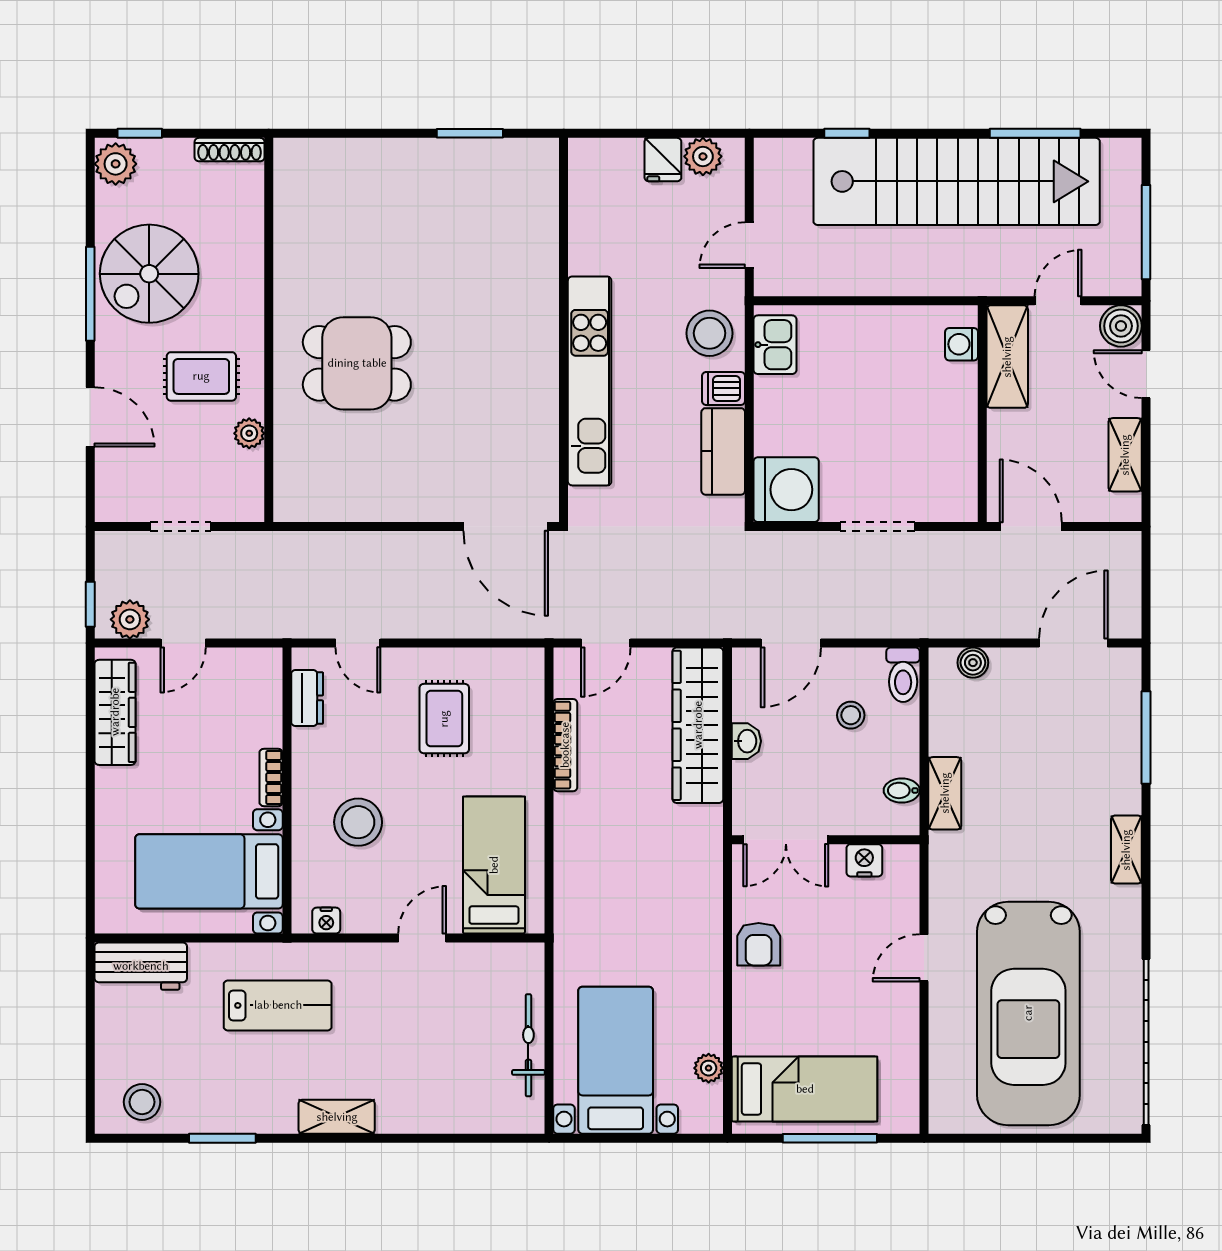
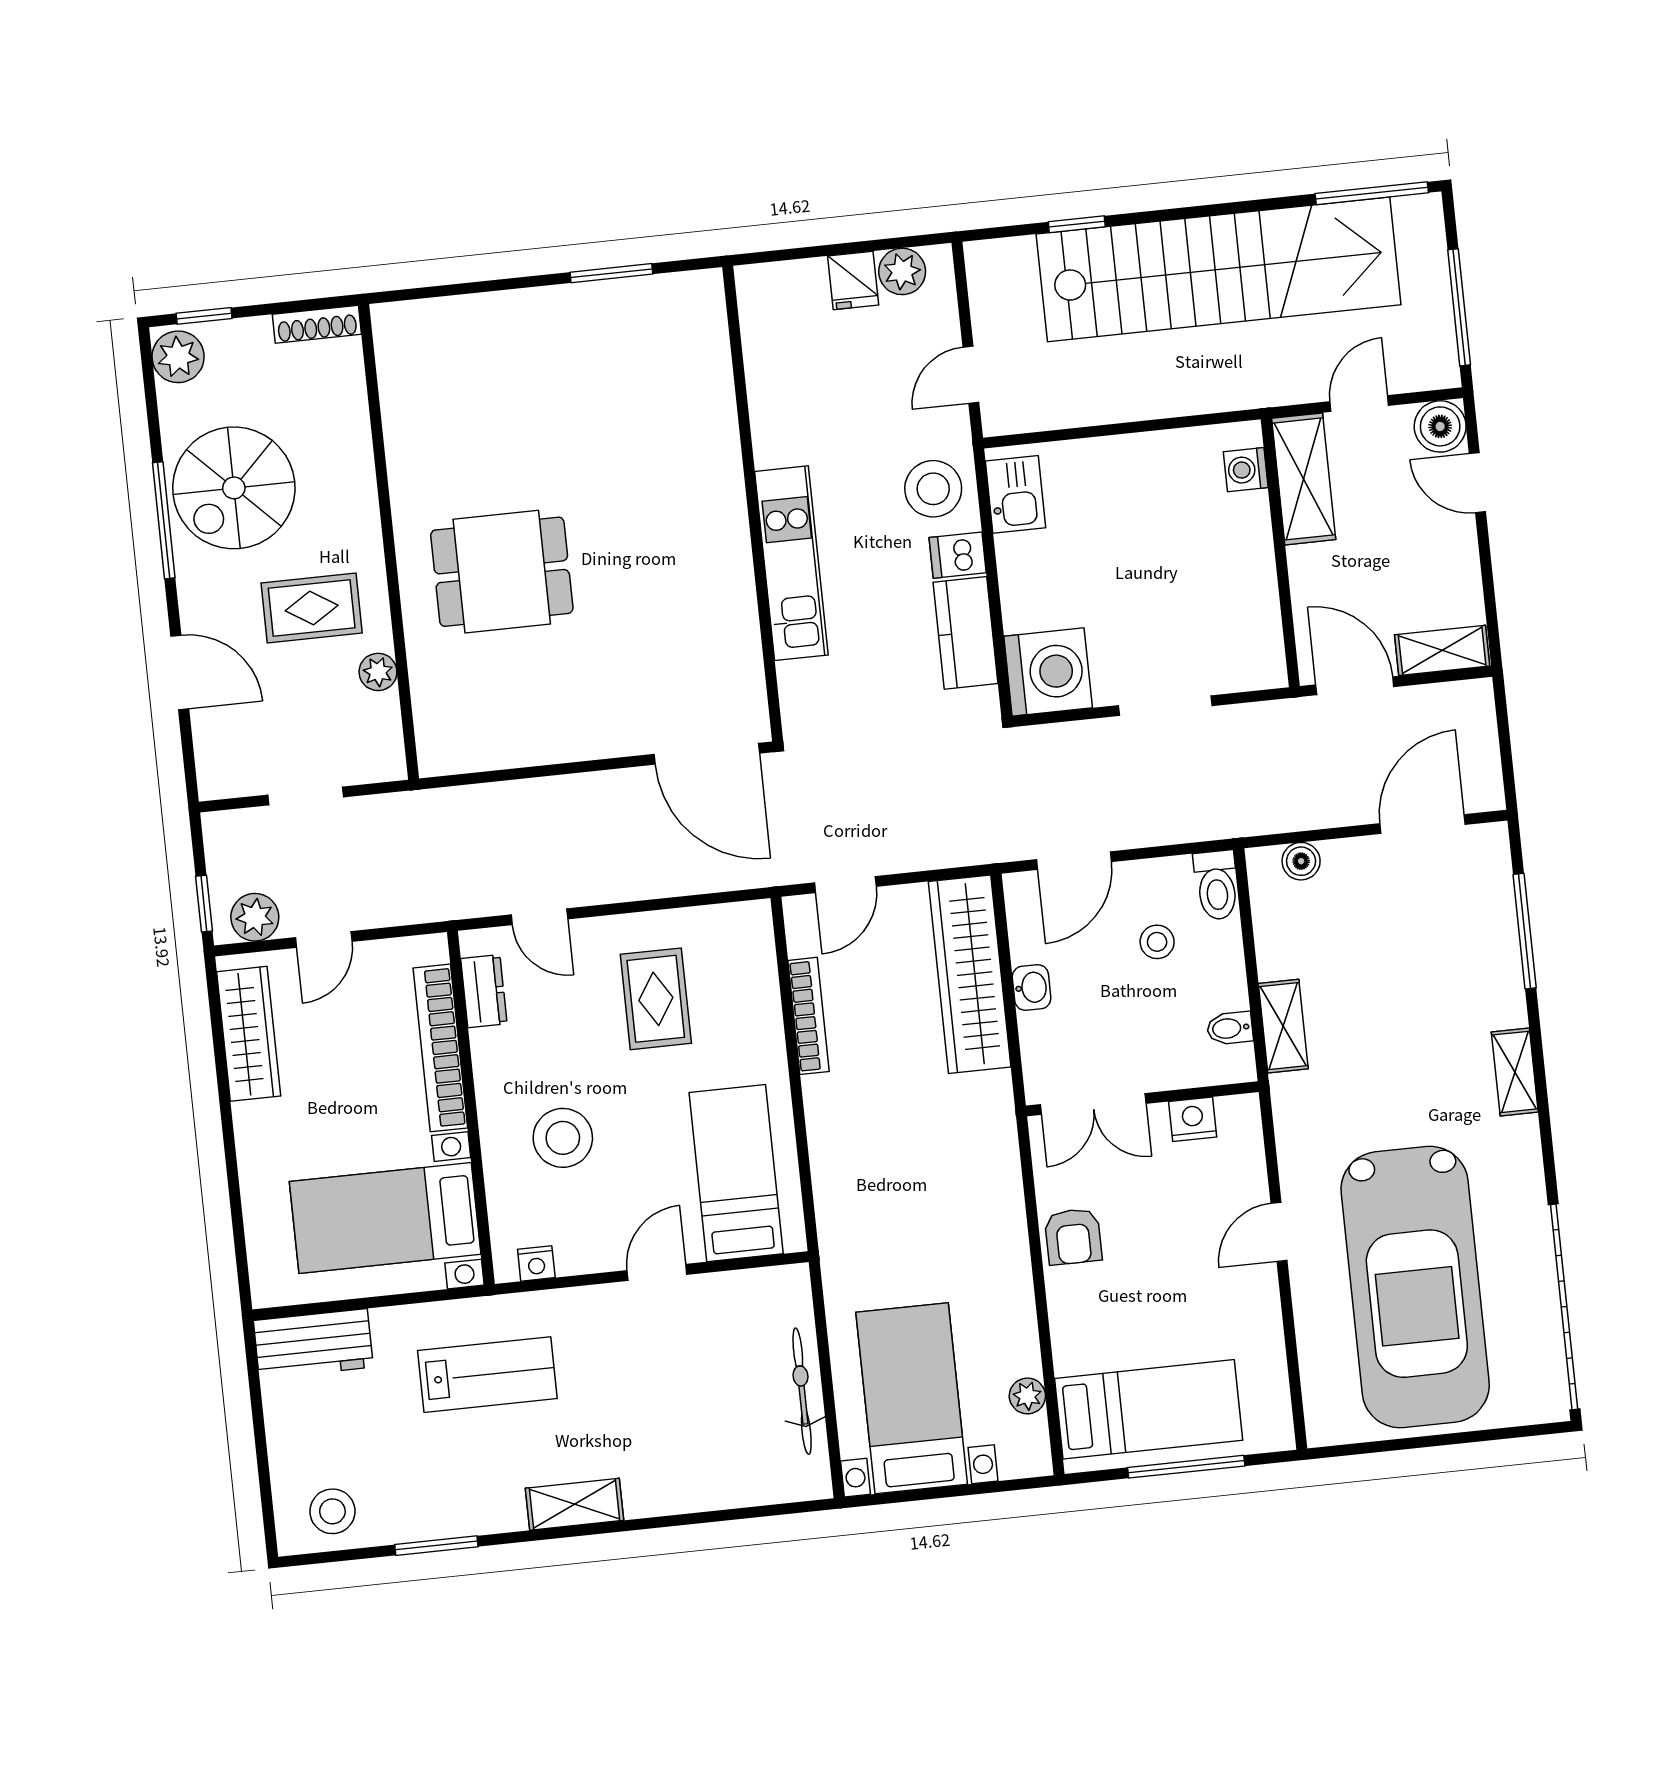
window: (1035, 133) -> (1372, 193), moved
kitchen unit: (590, 381) -> (791, 563), width x0.73
shelving: (1125, 455) -> (1442, 650), moved, turned 90
bookcase: (271, 777) -> (440, 1048), width x2.31, depth x1.31

